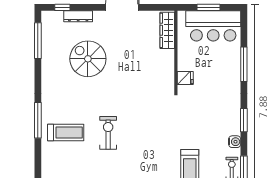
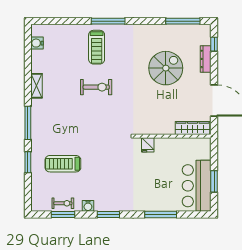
wardrobe: (167, 30) -> (193, 128), moved
wall: (176, 51) -> (173, 136), moved
fridge: (185, 78) -> (148, 145), moved

